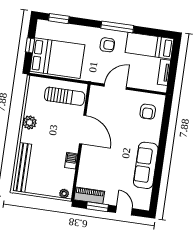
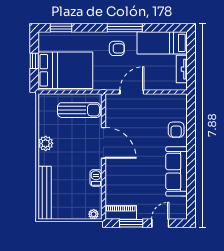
armchair: (148, 112) -> (176, 130), moved
door: (124, 211) -> (160, 223), hinge flipped

